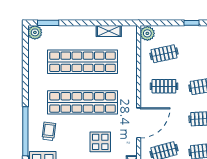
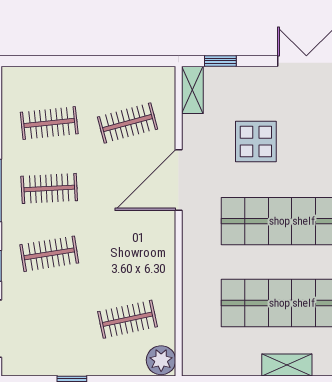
shelving: (109, 31) -> (287, 365), moved
clothes rail: (164, 86) -> (128, 254), removed

